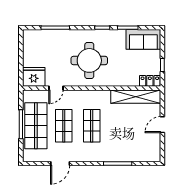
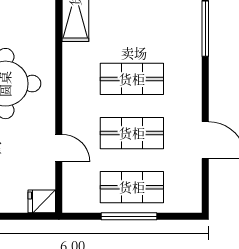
fridge: (34, 77) -> (42, 201), width x0.53, depth x0.75
shop shelf: (36, 126) -> (132, 187), width x0.70, depth x0.74

